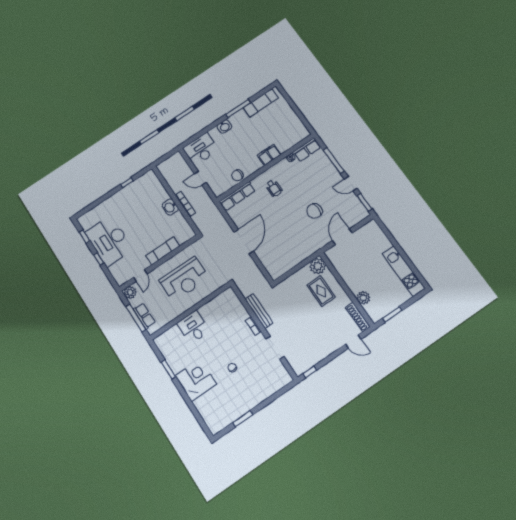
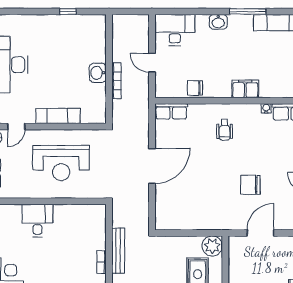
row of seats: (237, 196) -> (171, 111), width x0.68

